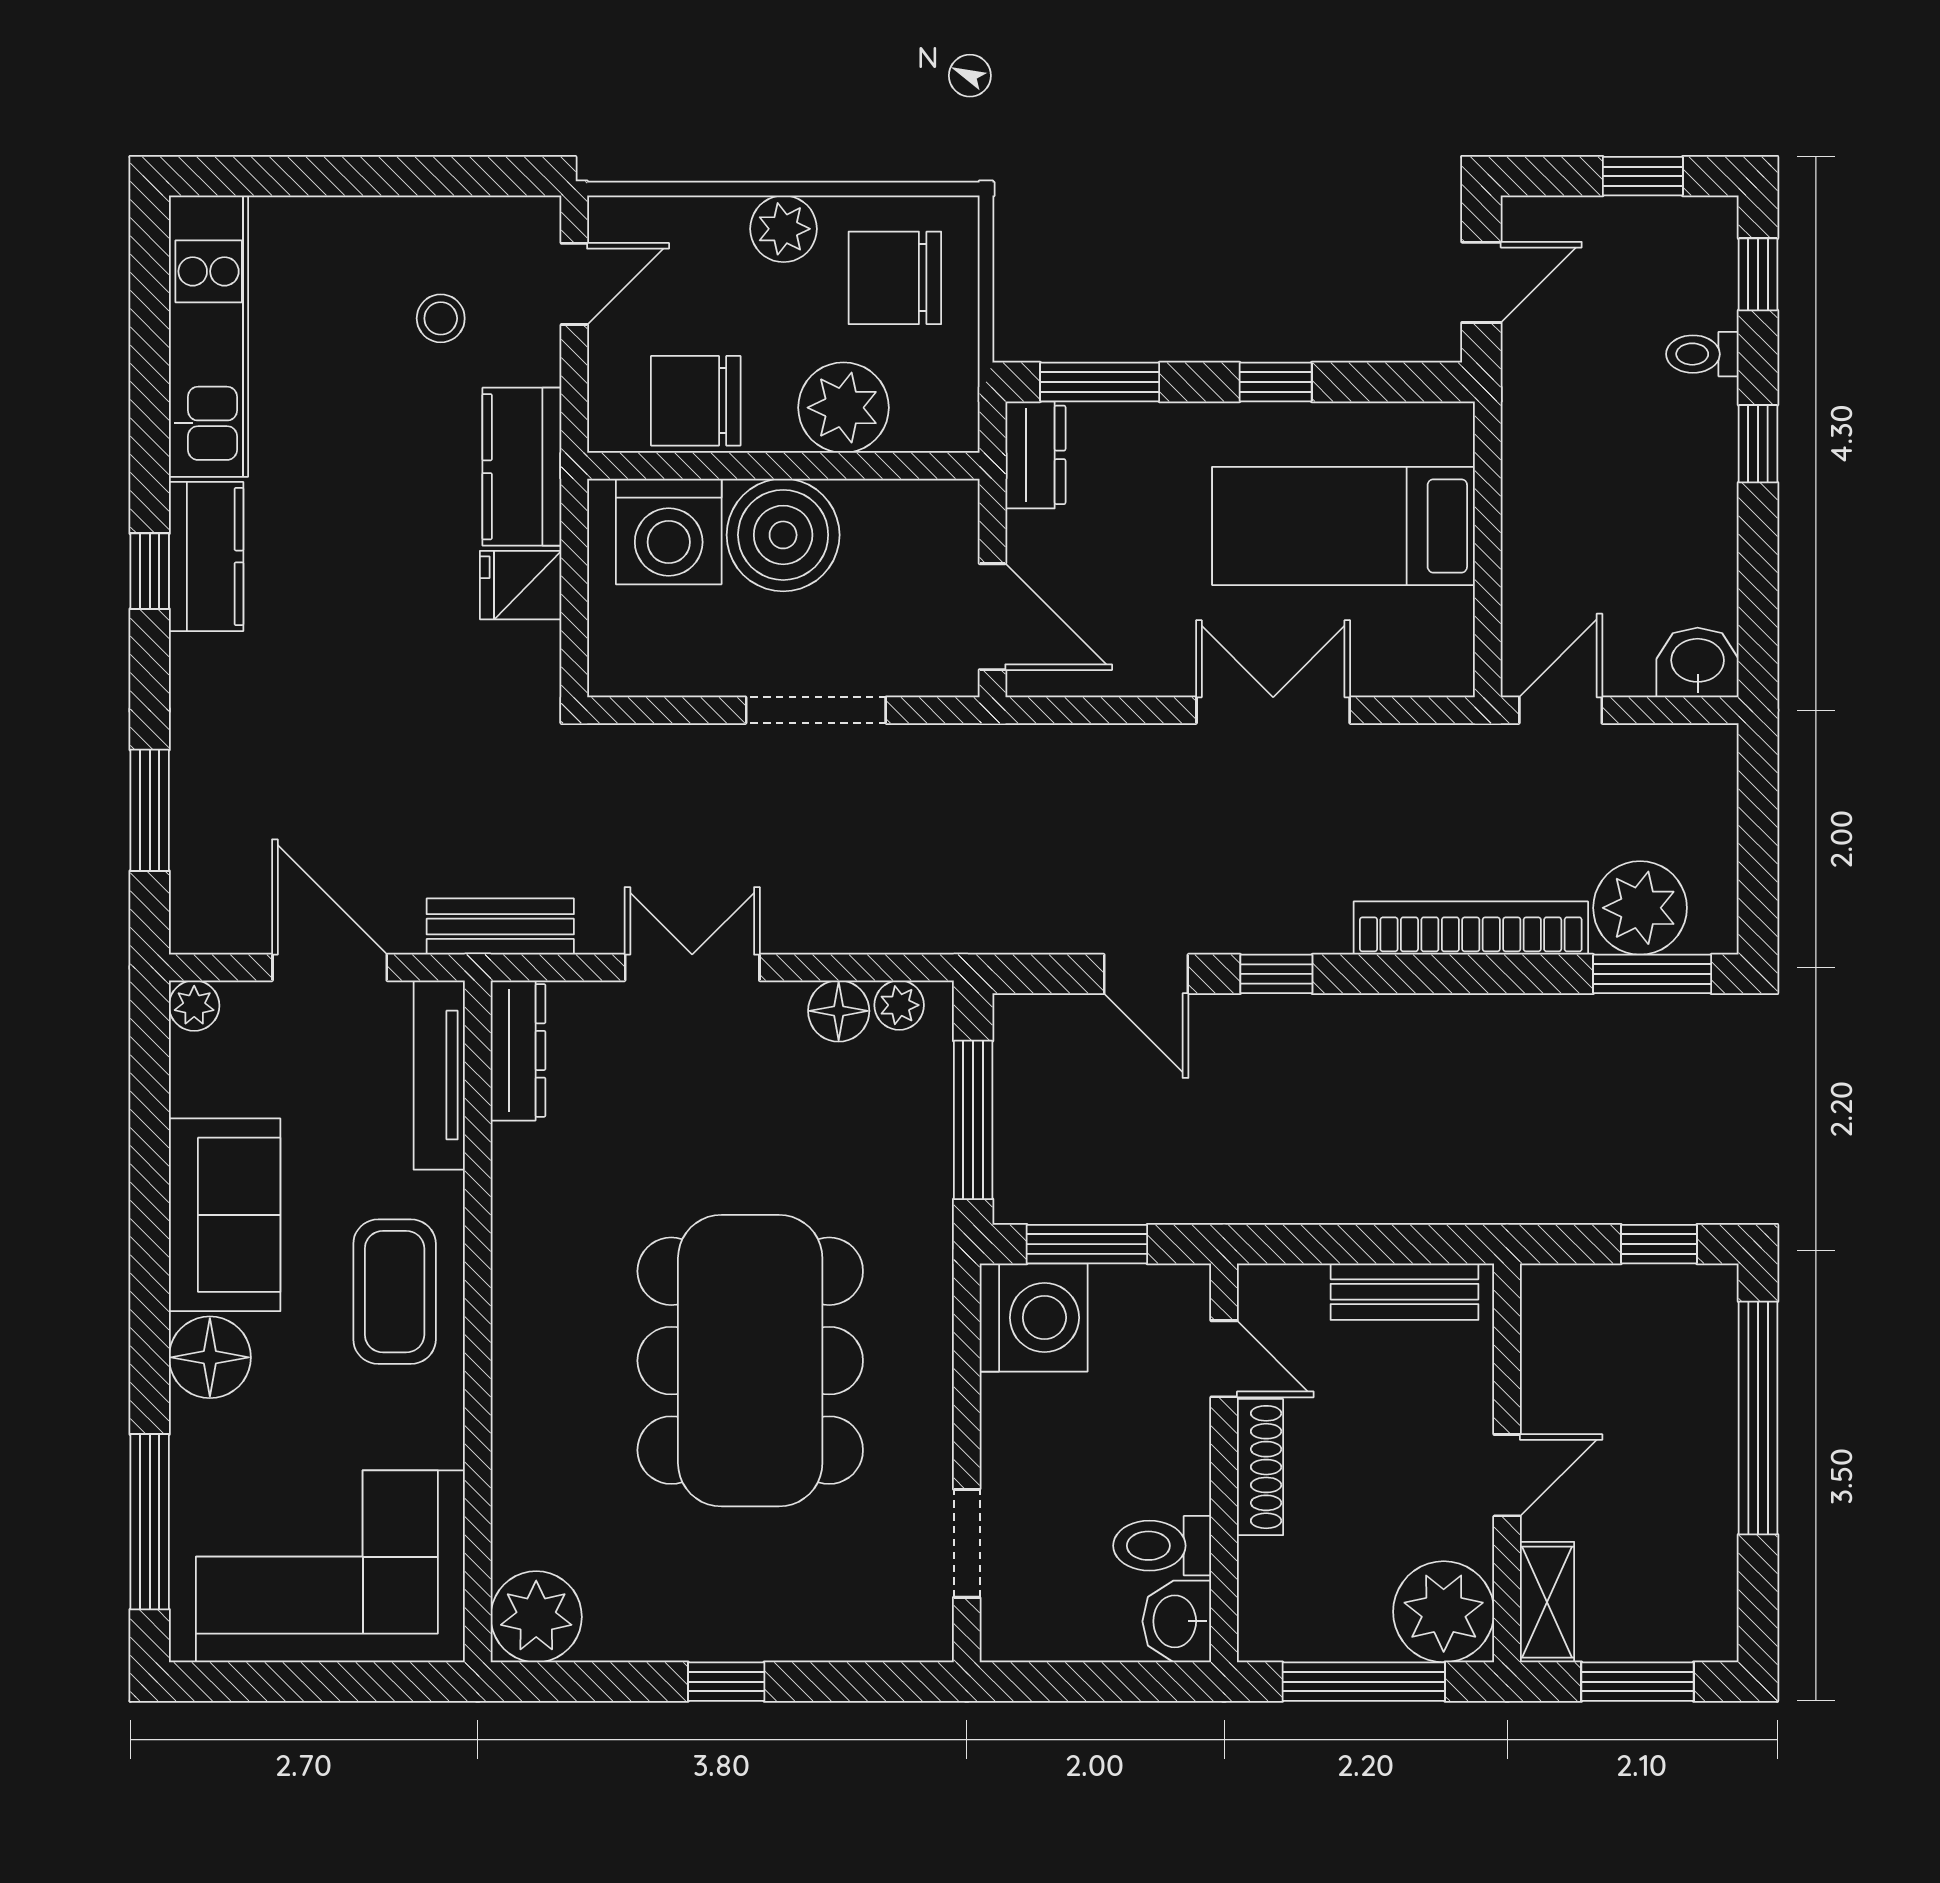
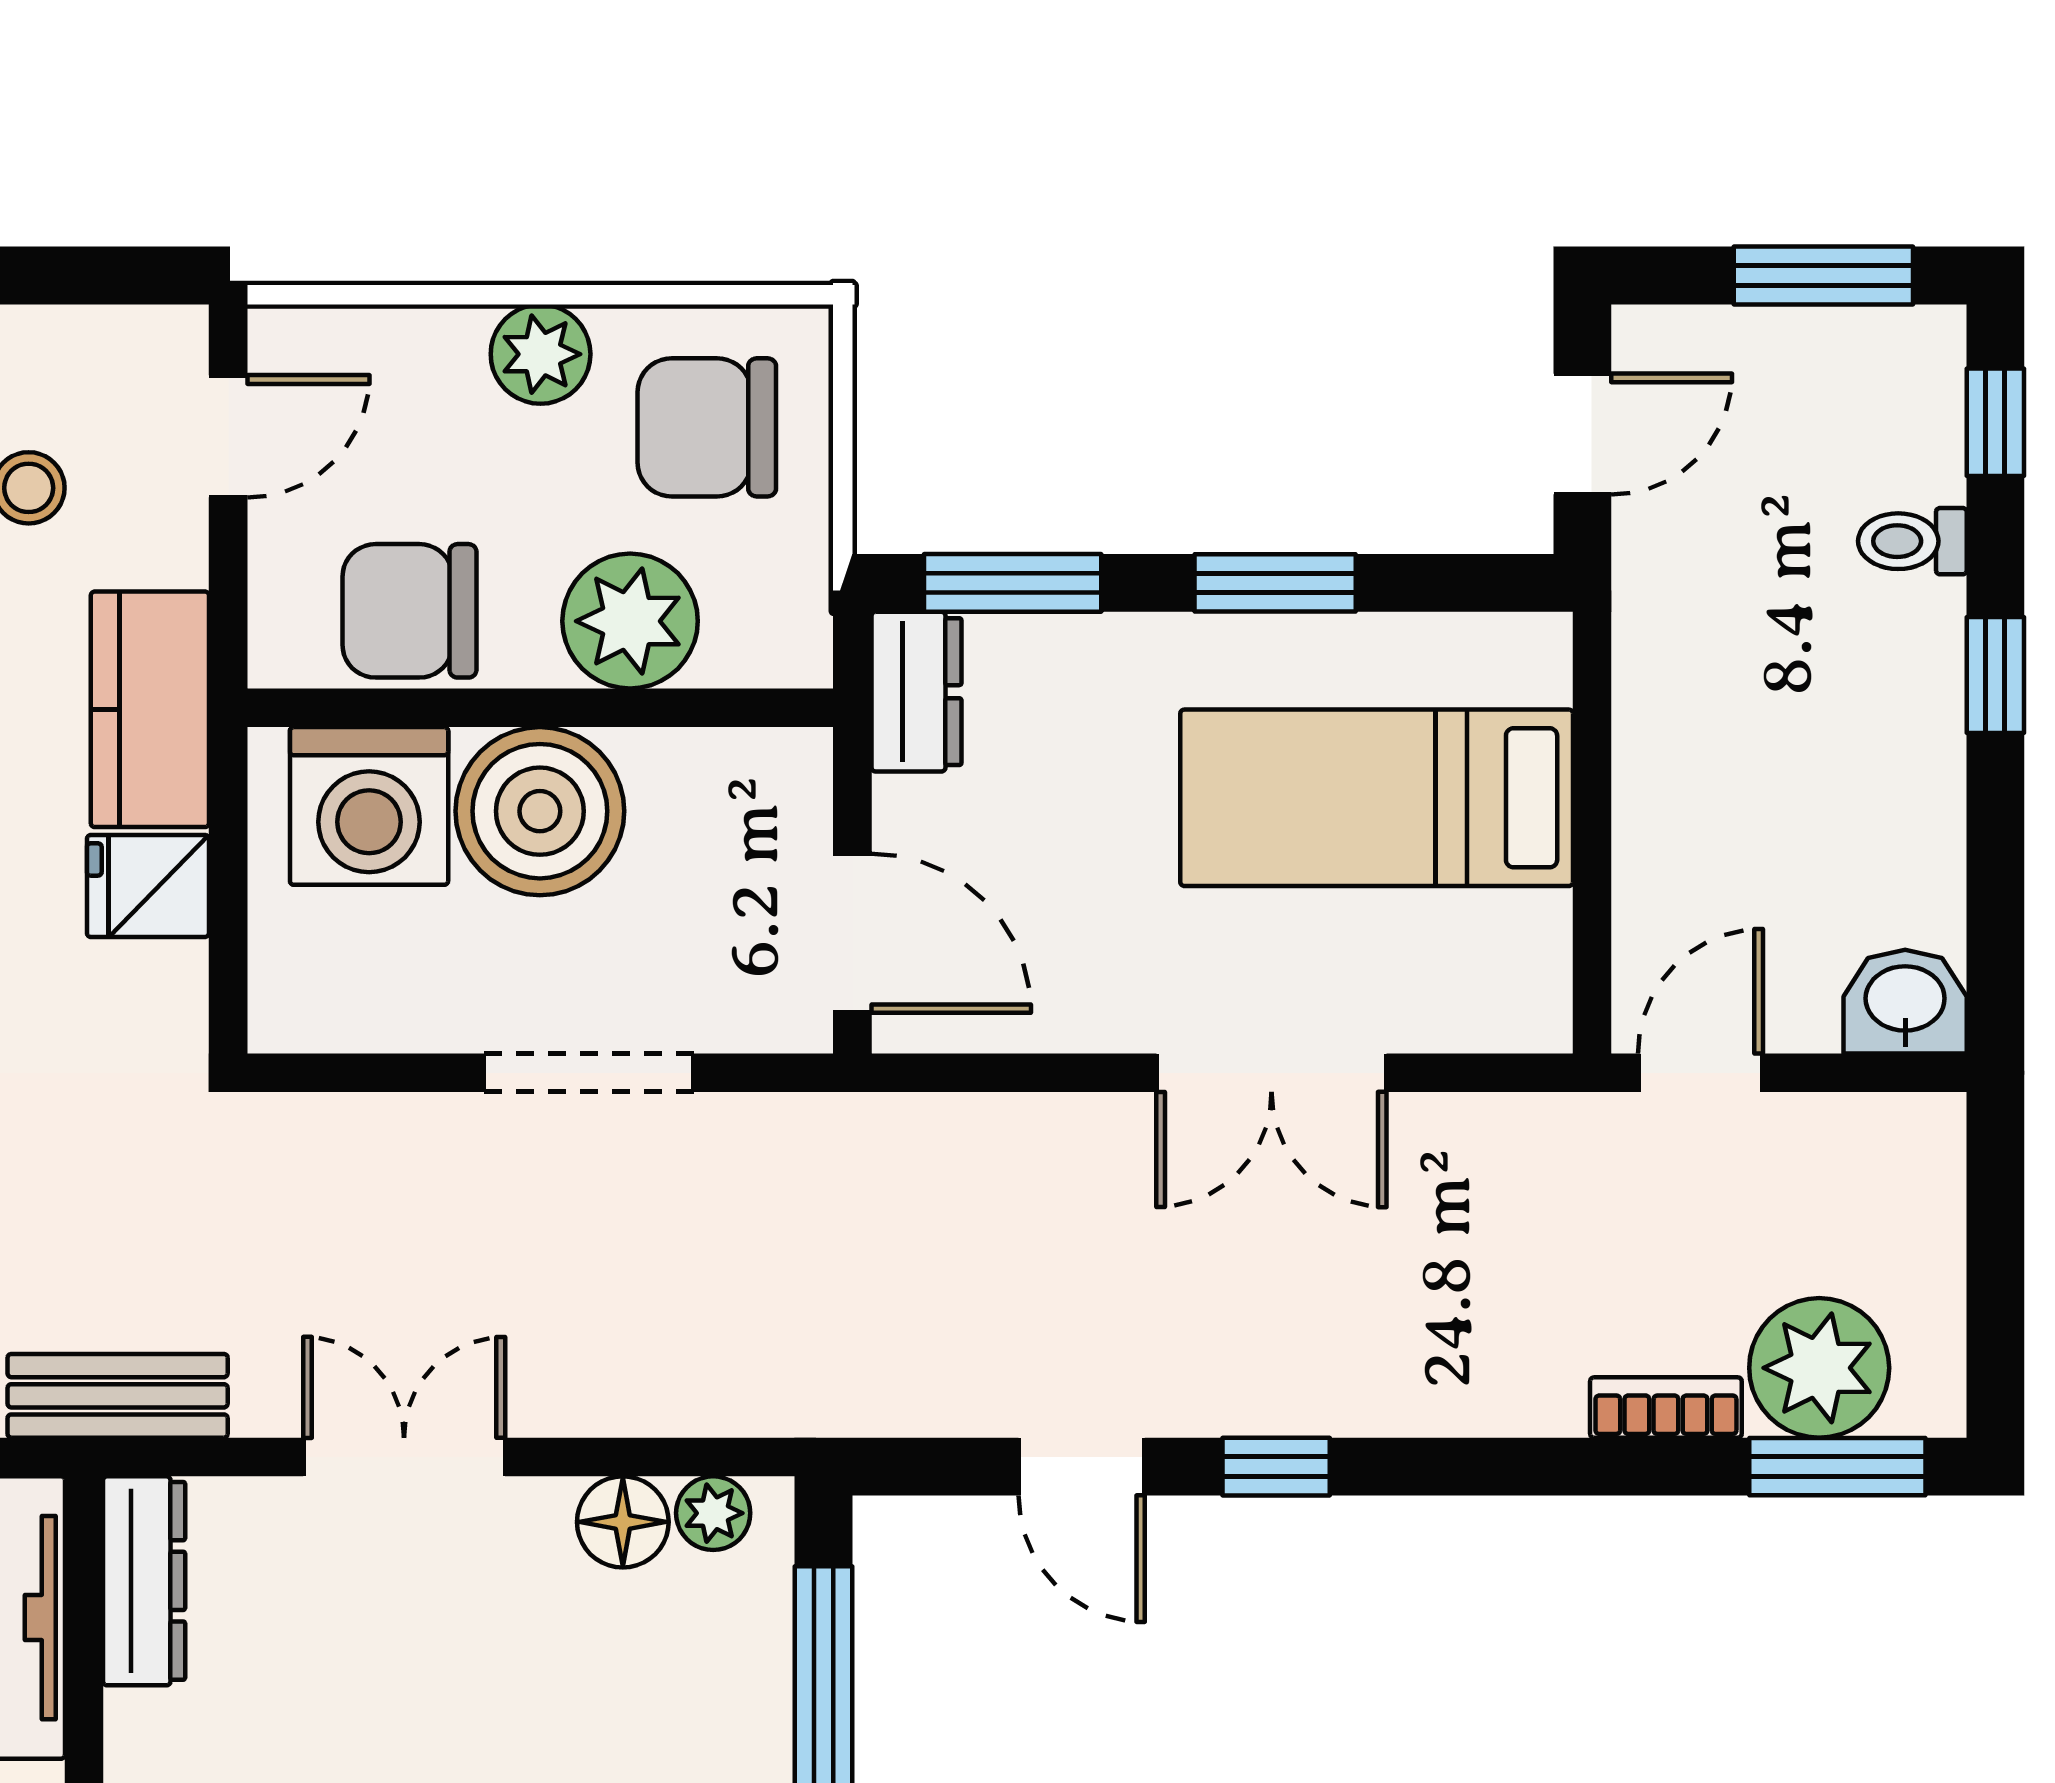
window: (1643, 176) -> (1823, 276), width x1.50
window: (1276, 382) -> (1275, 583), width x1.50
double door: (1273, 710) -> (1271, 1073), swing flipped
bookcase: (1471, 928) -> (1666, 1408), width x0.43, depth x0.76

